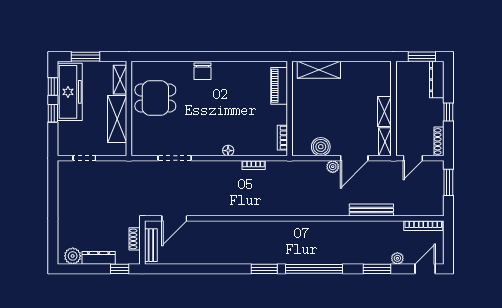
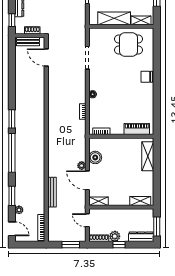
dining table: (155, 98) -> (128, 44), turned 90
shelving: (384, 111) -> (140, 201), moved
plant: (436, 118) -> (115, 236), added

